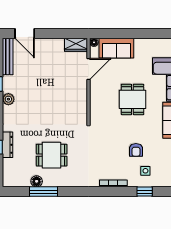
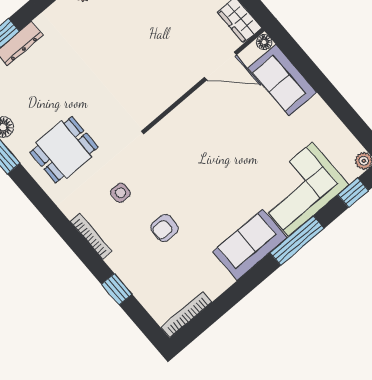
dining table: (132, 99) -> (230, 163), removed
dining table: (52, 155) -> (64, 150), moved, turned 90
side table: (145, 171) -> (120, 193), moved

